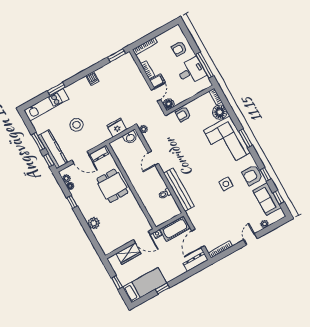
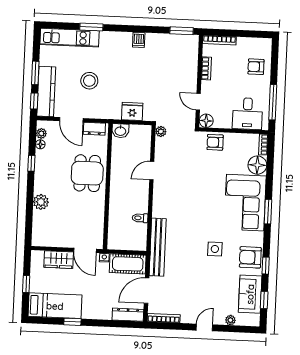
desk: (191, 71) -> (247, 114), moved, turned 90
filing cabinet: (157, 81) -> (209, 87), removed
door: (156, 95) -> (198, 102), swing flipped
washbasin: (130, 137) -> (120, 131), moved
bench: (179, 190) -> (158, 247), moved

